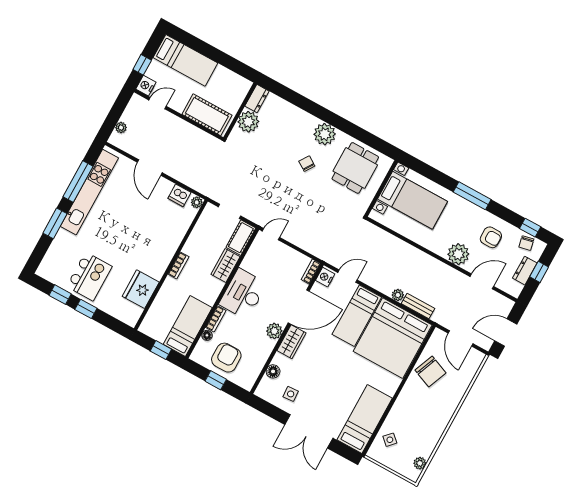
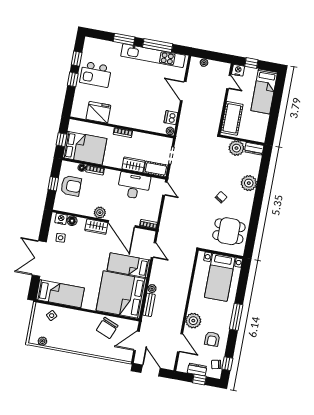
plant: (325, 134) -> (249, 183), moved
door: (150, 168) -> (183, 91), hinge flipped
nightstand: (325, 277) -> (61, 219), moved
desk: (243, 294) -> (134, 186), moved
bed: (188, 326) -> (85, 148), width x1.50

